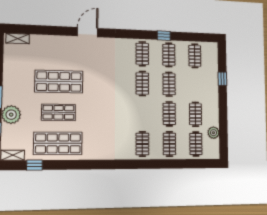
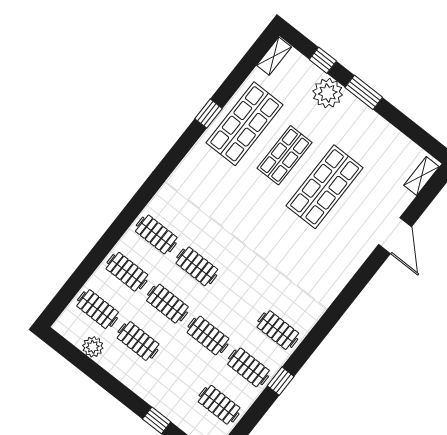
door: (88, 32) -> (395, 236), moved
clothes rail: (142, 84) -> (197, 266), moved
window: (35, 165) -> (208, 114), moved

